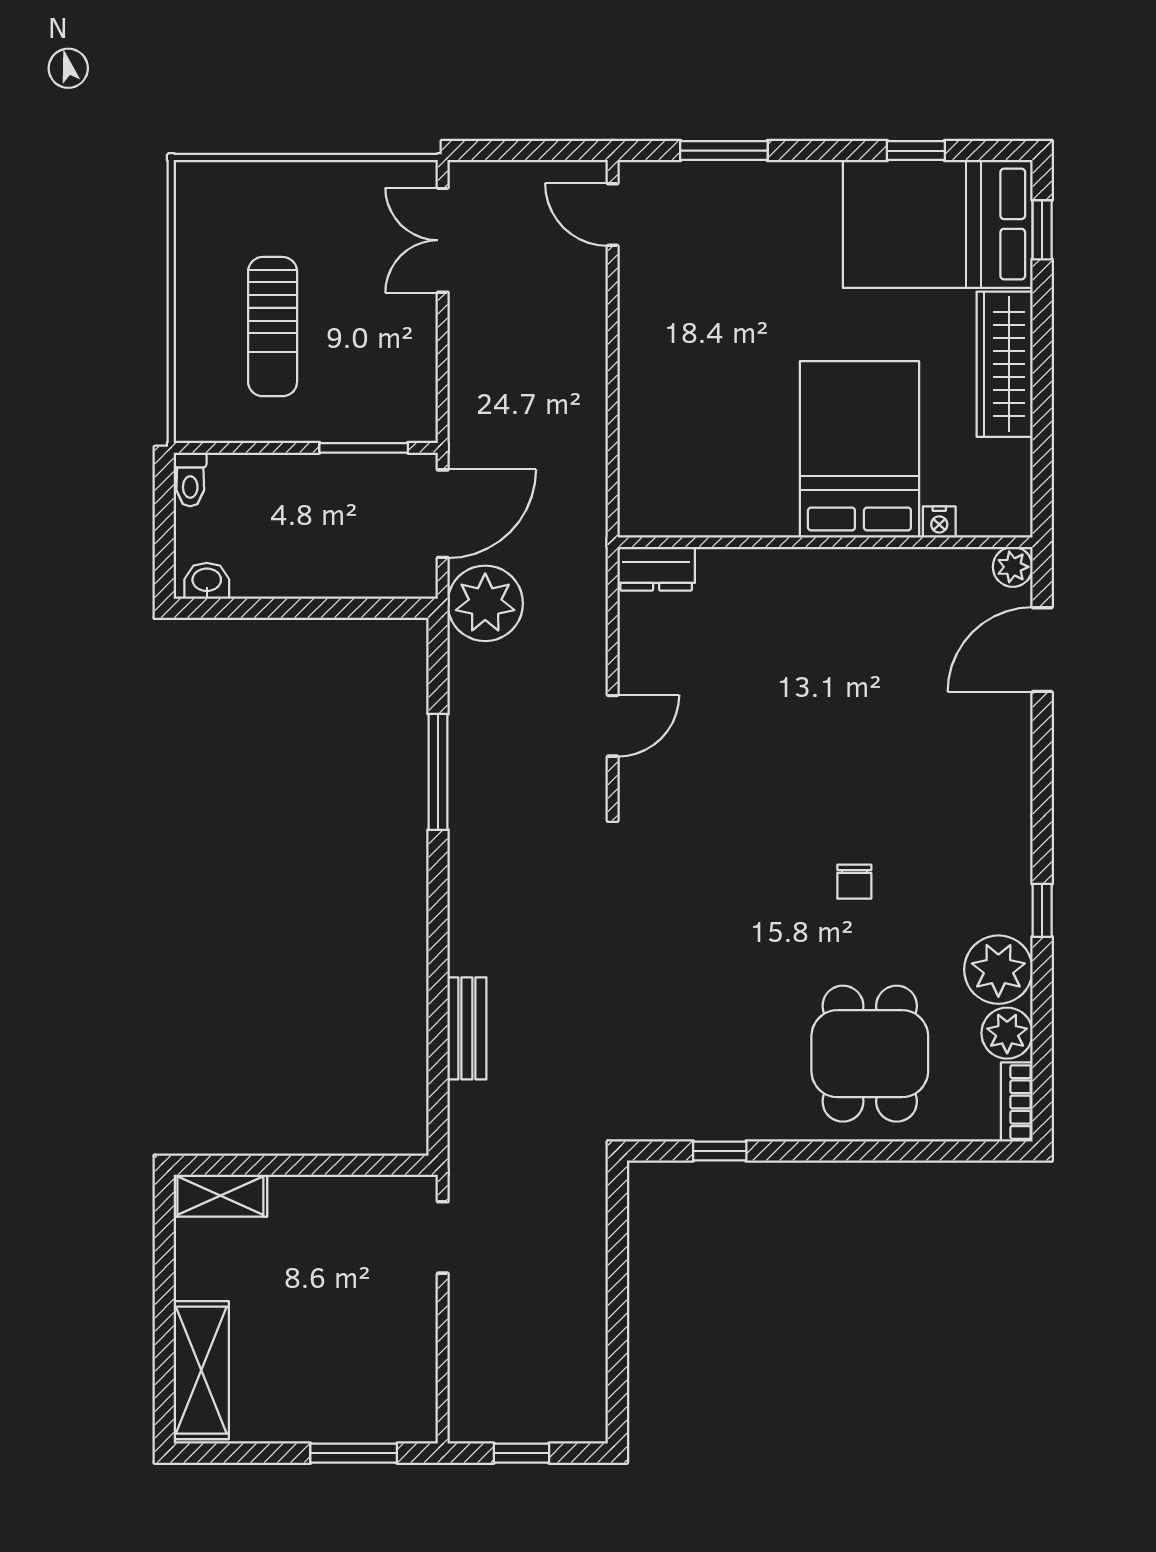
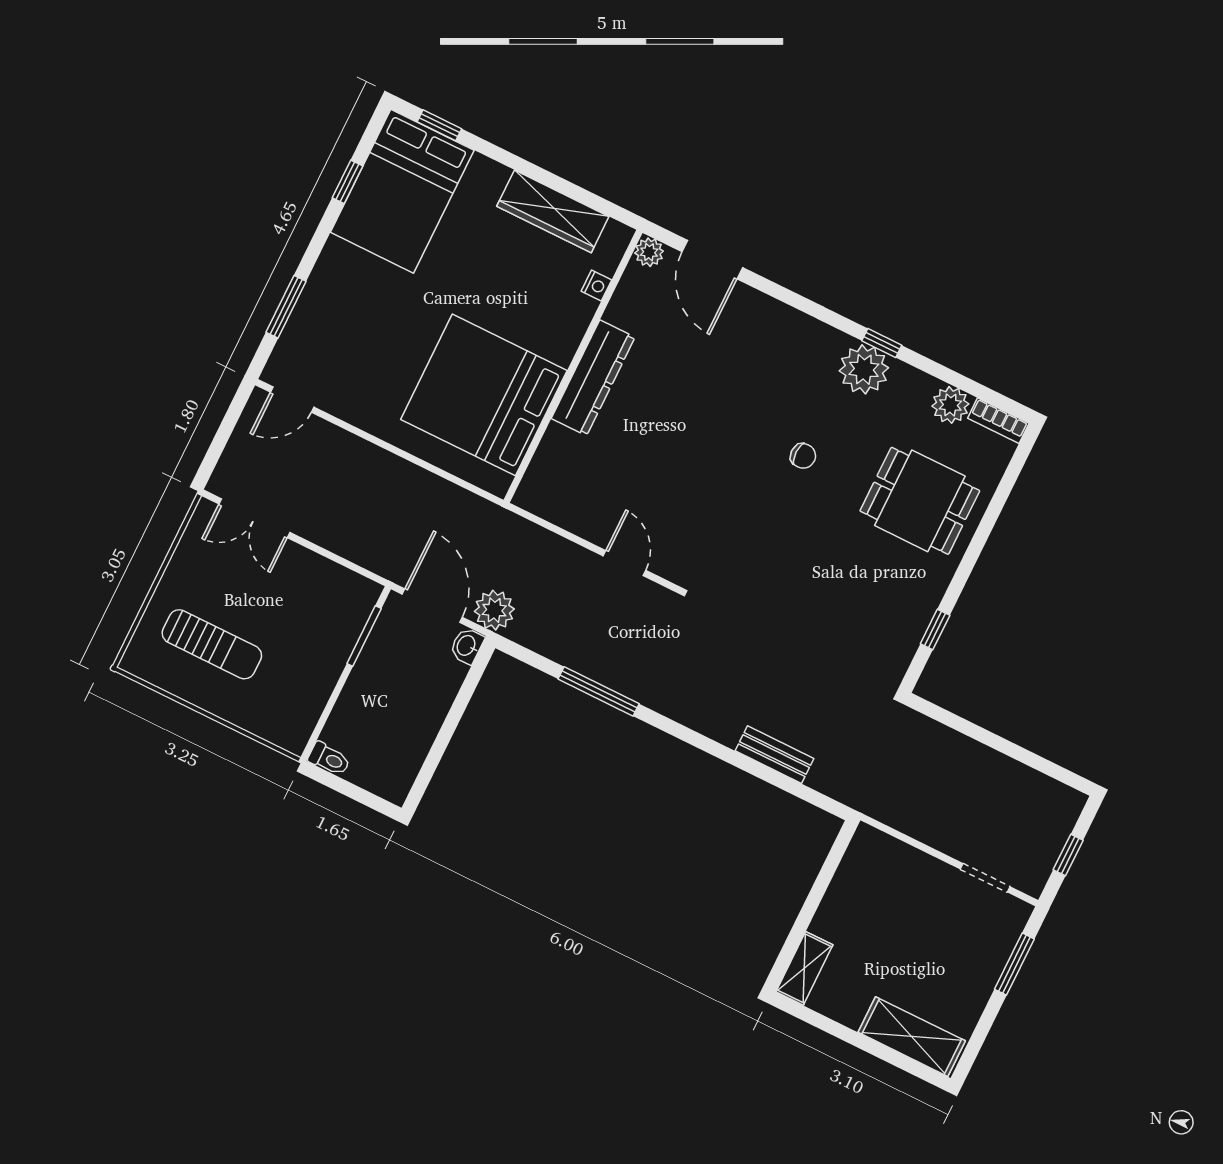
sun lounger: (273, 327) -> (212, 644), moved
wardrobe: (1005, 364) -> (553, 211), moved
bed: (859, 449) -> (484, 395), moved, width x1.36
dresser: (656, 569) -> (593, 378), moved, width x1.96, depth x1.24
washbasin: (207, 581) -> (467, 646), moved
plant: (485, 603) -> (494, 610), width x0.73, depth x0.73
plant: (998, 970) -> (864, 369), moved
doorway: (443, 1237) -> (985, 878), moved

